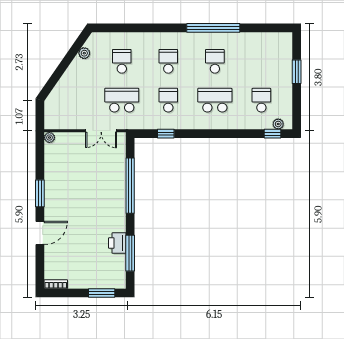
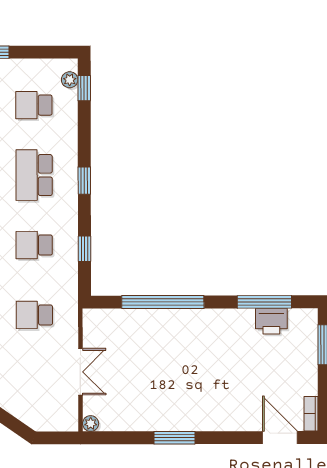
school desk: (122, 100) -> (34, 315), width x0.54
double door: (101, 131) -> (80, 372), moved
window: (211, 134) -> (84, 181), added
door: (40, 233) -> (280, 438), moved
printer: (117, 243) -> (271, 321), moved

